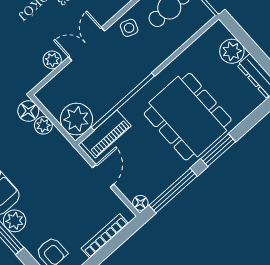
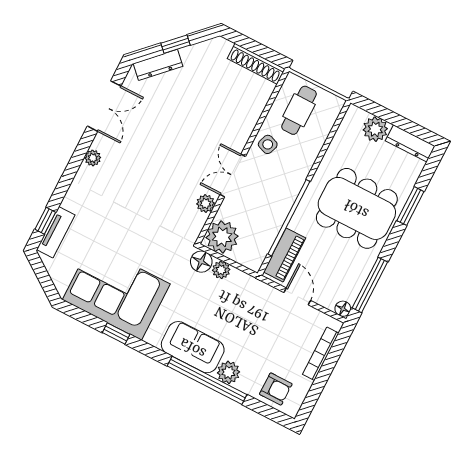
plant: (76, 119) -> (222, 237), moved
window: (218, 150) -> (410, 206), moved

